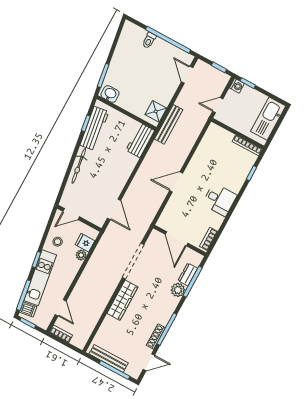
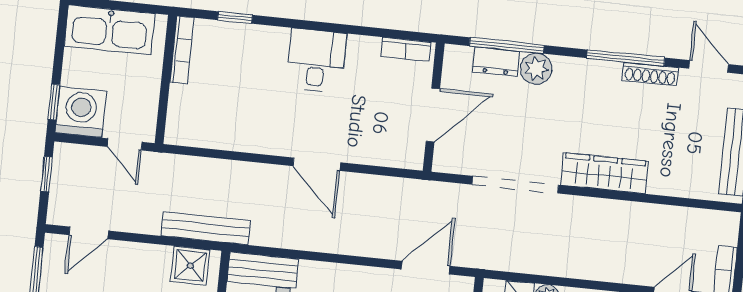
washing machine: (237, 86) -> (81, 112), width x1.89, depth x1.89

